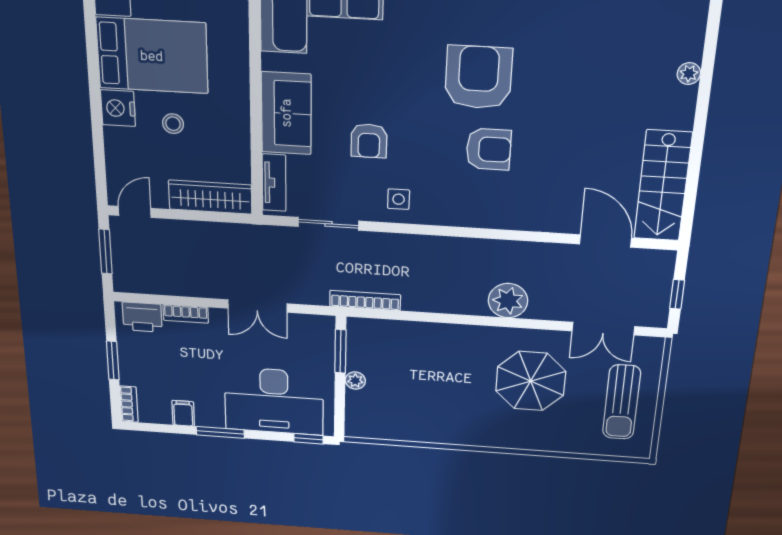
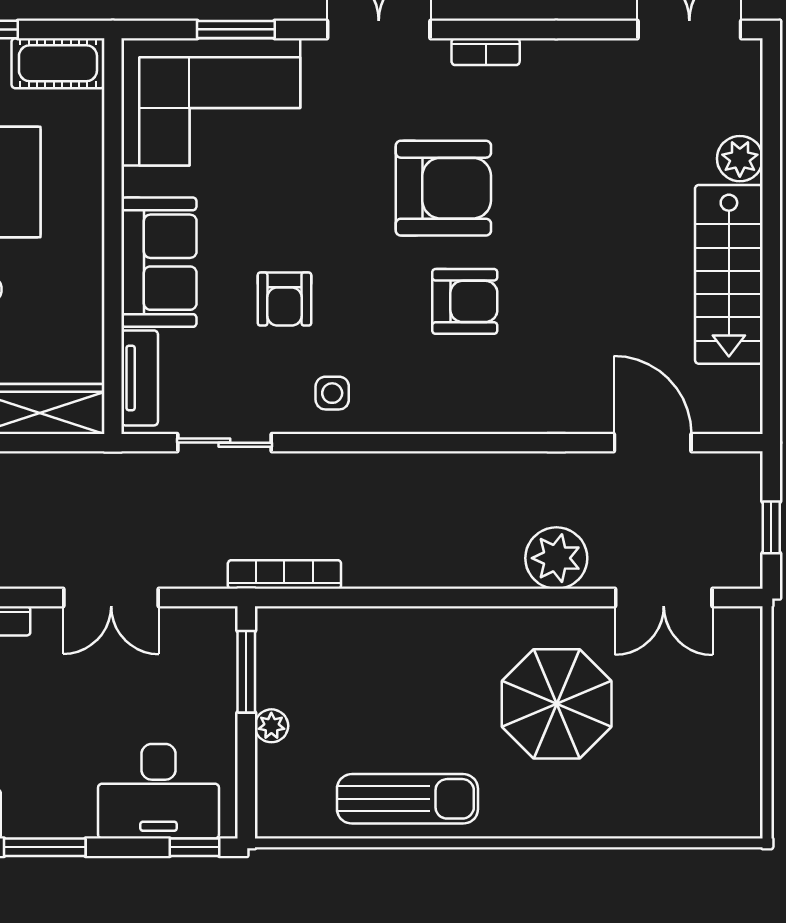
plant: (689, 74) -> (740, 159), width x1.38, depth x1.38
armchair: (478, 77) -> (443, 188), turned 90
stairs: (663, 186) -> (729, 274), moved
plant: (508, 301) -> (556, 558), moved
desk: (274, 401) -> (159, 791), width x0.73, depth x0.77
sun lounger: (622, 402) -> (407, 799), moved, turned -90

